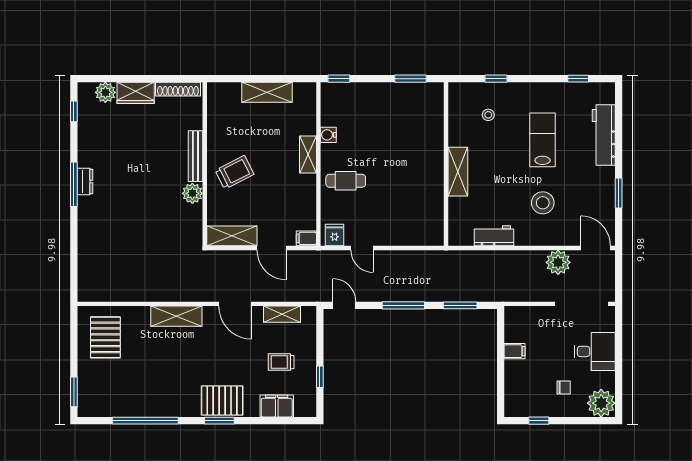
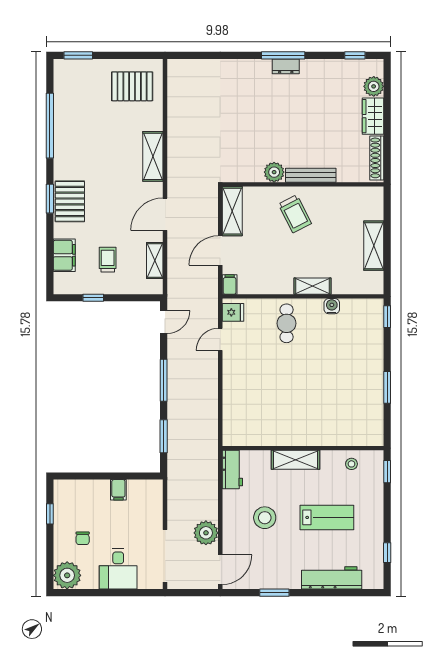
wall: (446, 164) -> (303, 448), moved
shelving: (458, 172) -> (295, 460), moved

